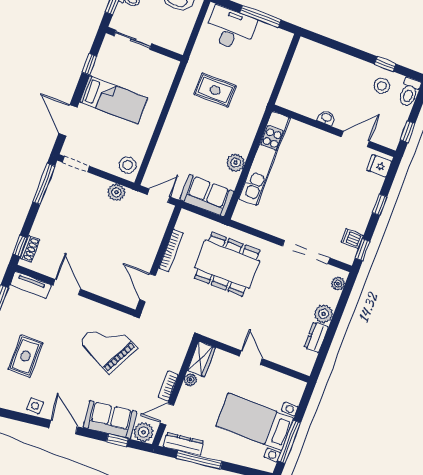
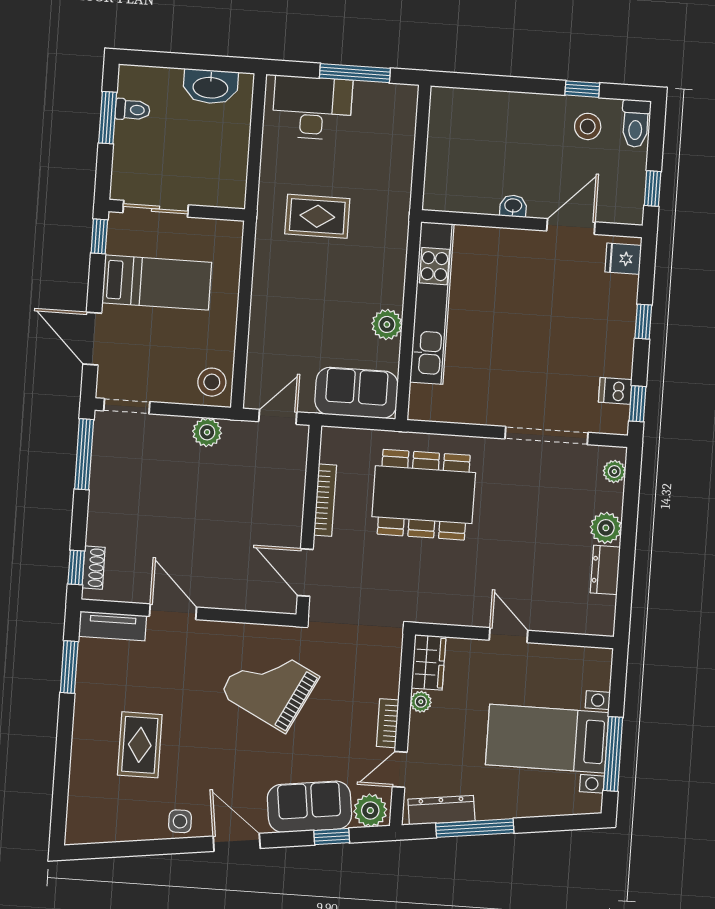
sliding door: (133, 40) -> (156, 209), moved
wall: (144, 44) -> (177, 210), moved

